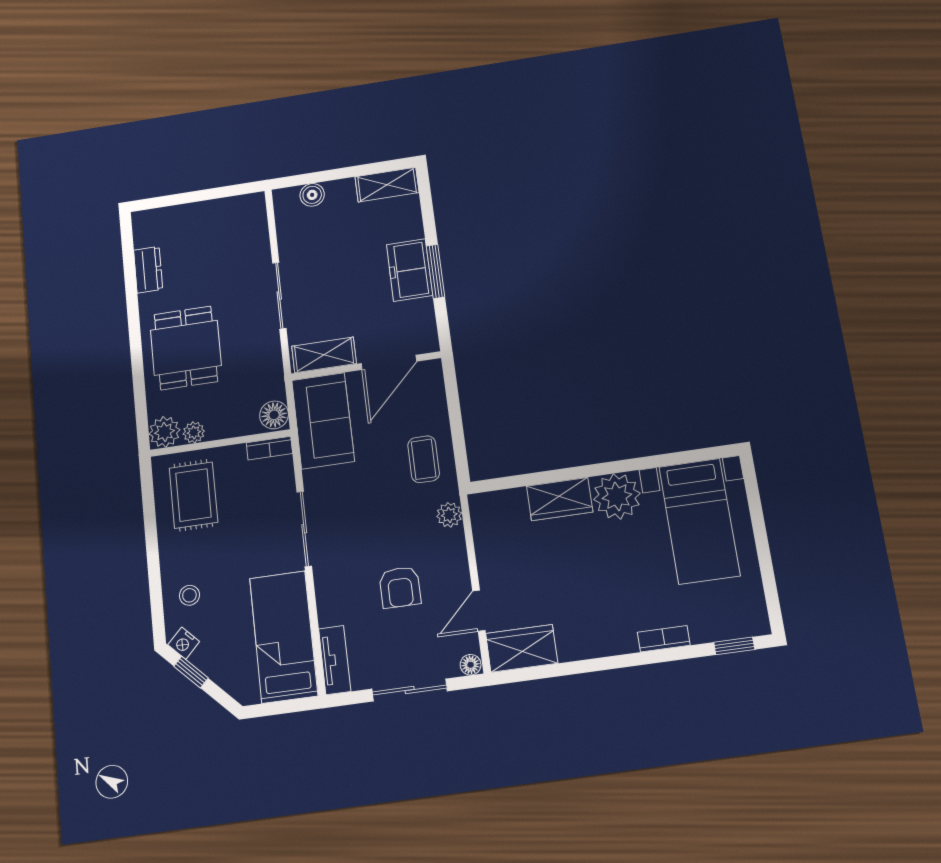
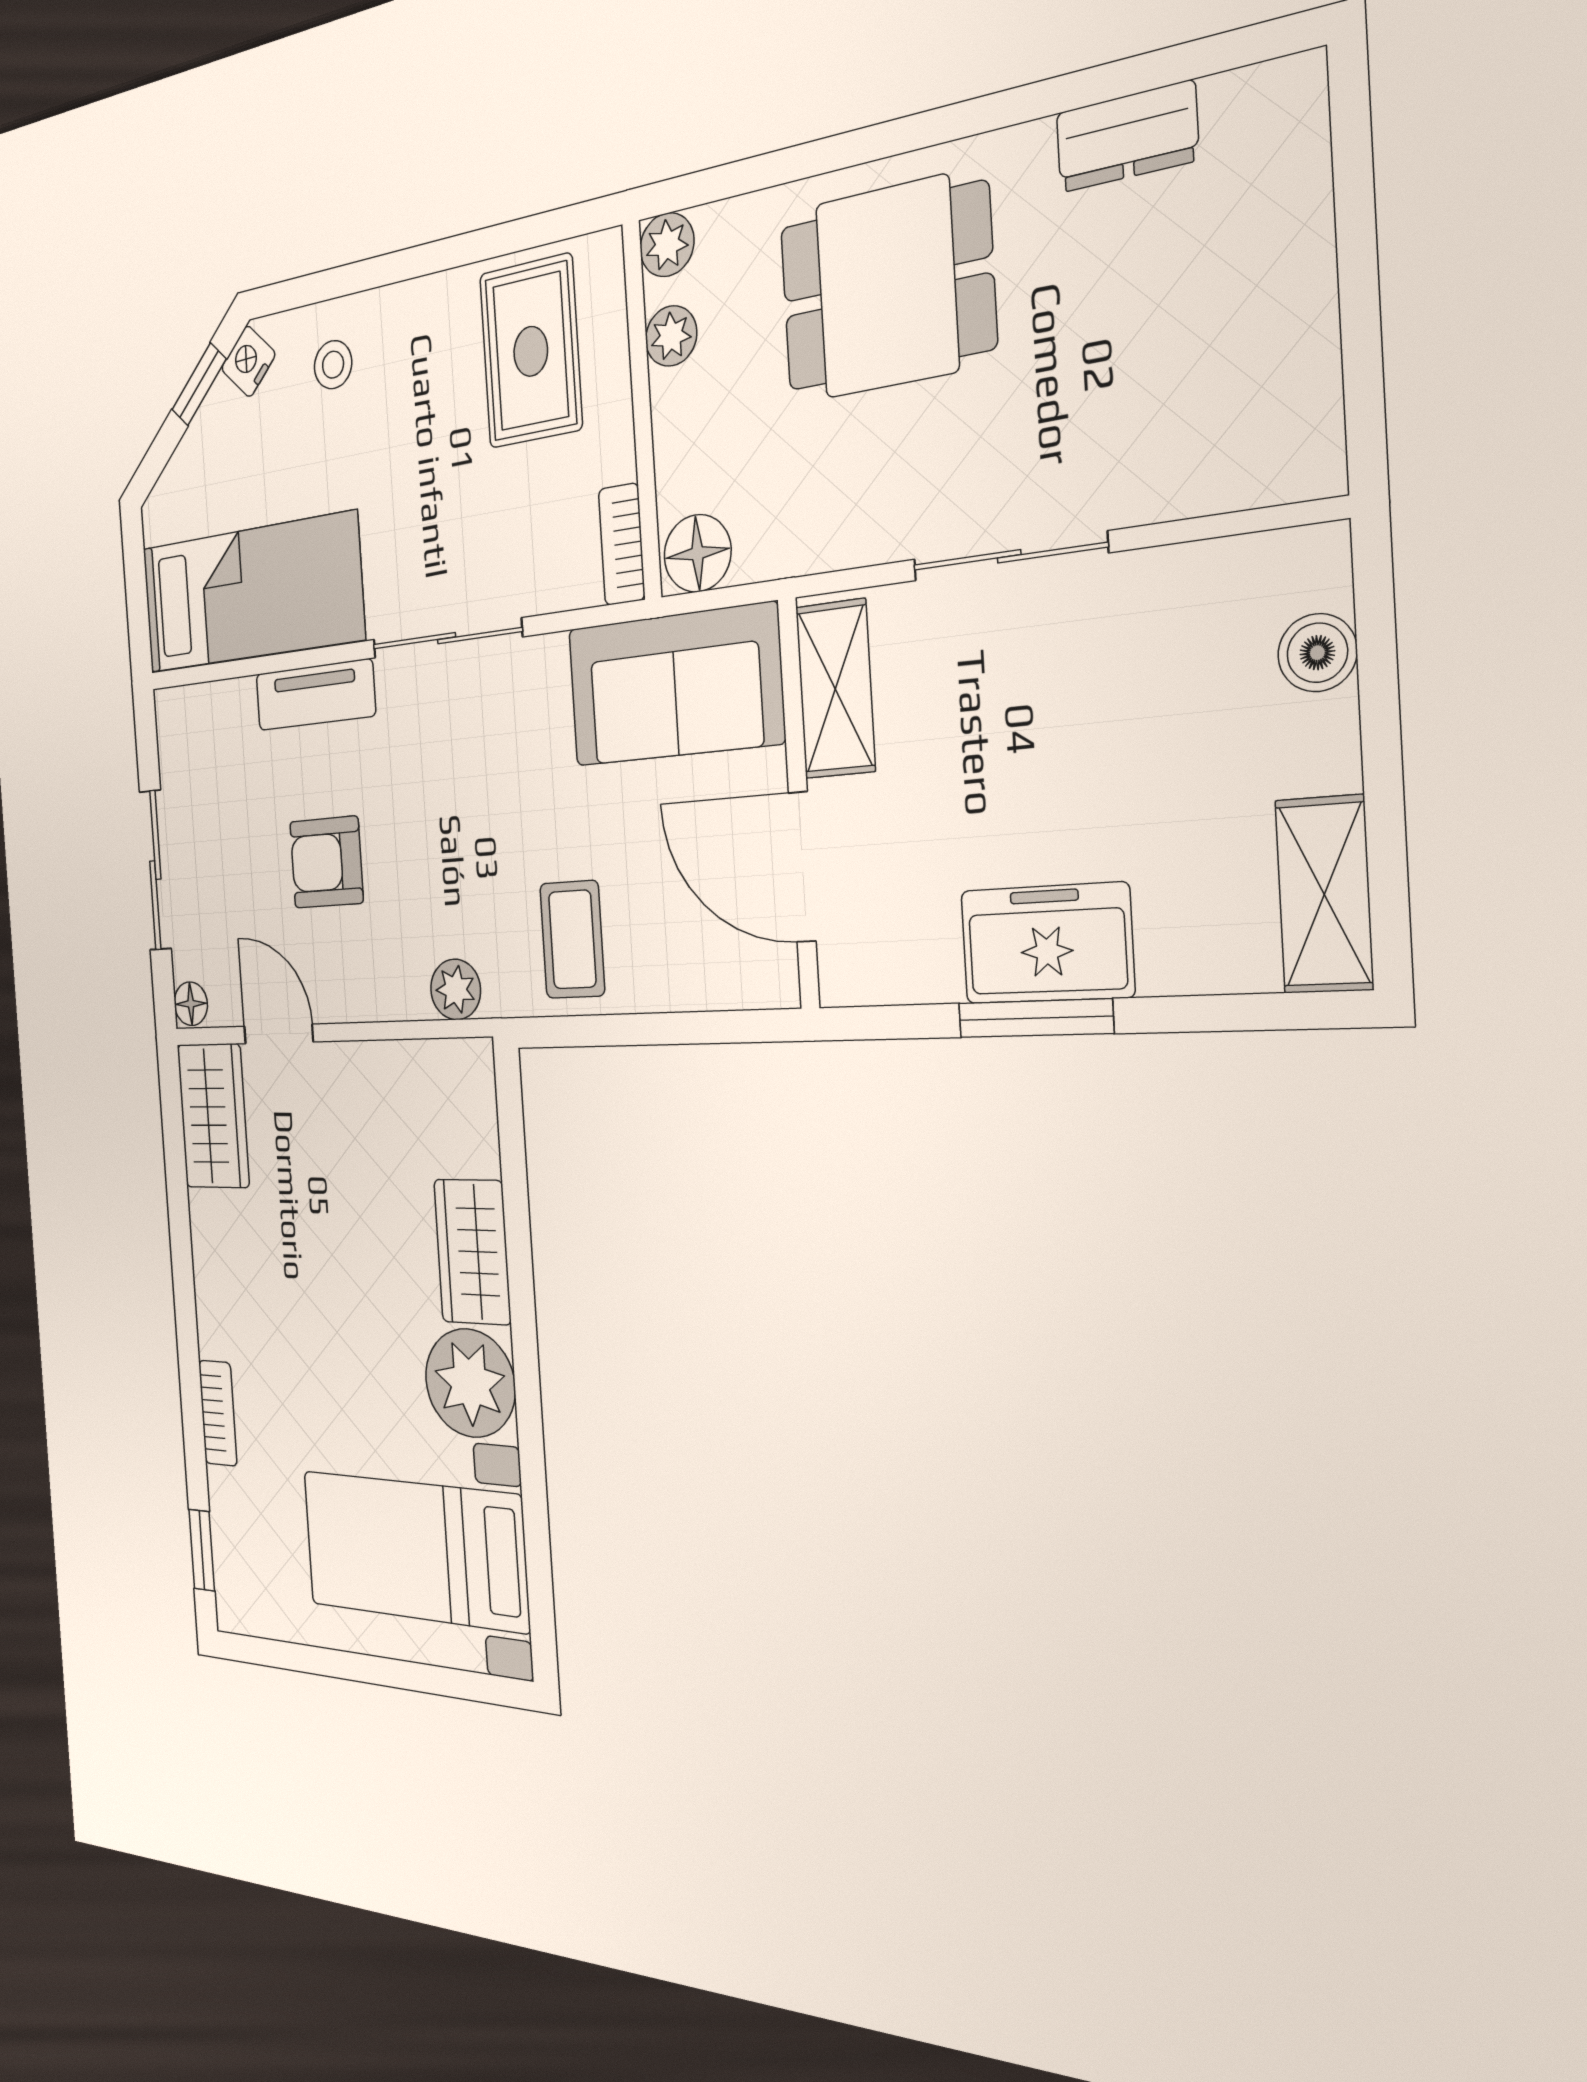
plant: (164, 432) -> (667, 245), width x0.73, depth x0.73
coffee table: (424, 459) -> (572, 939), turned 90
rug: (193, 495) -> (531, 351), turned 90
tv unit: (335, 660) -> (315, 695), moved

